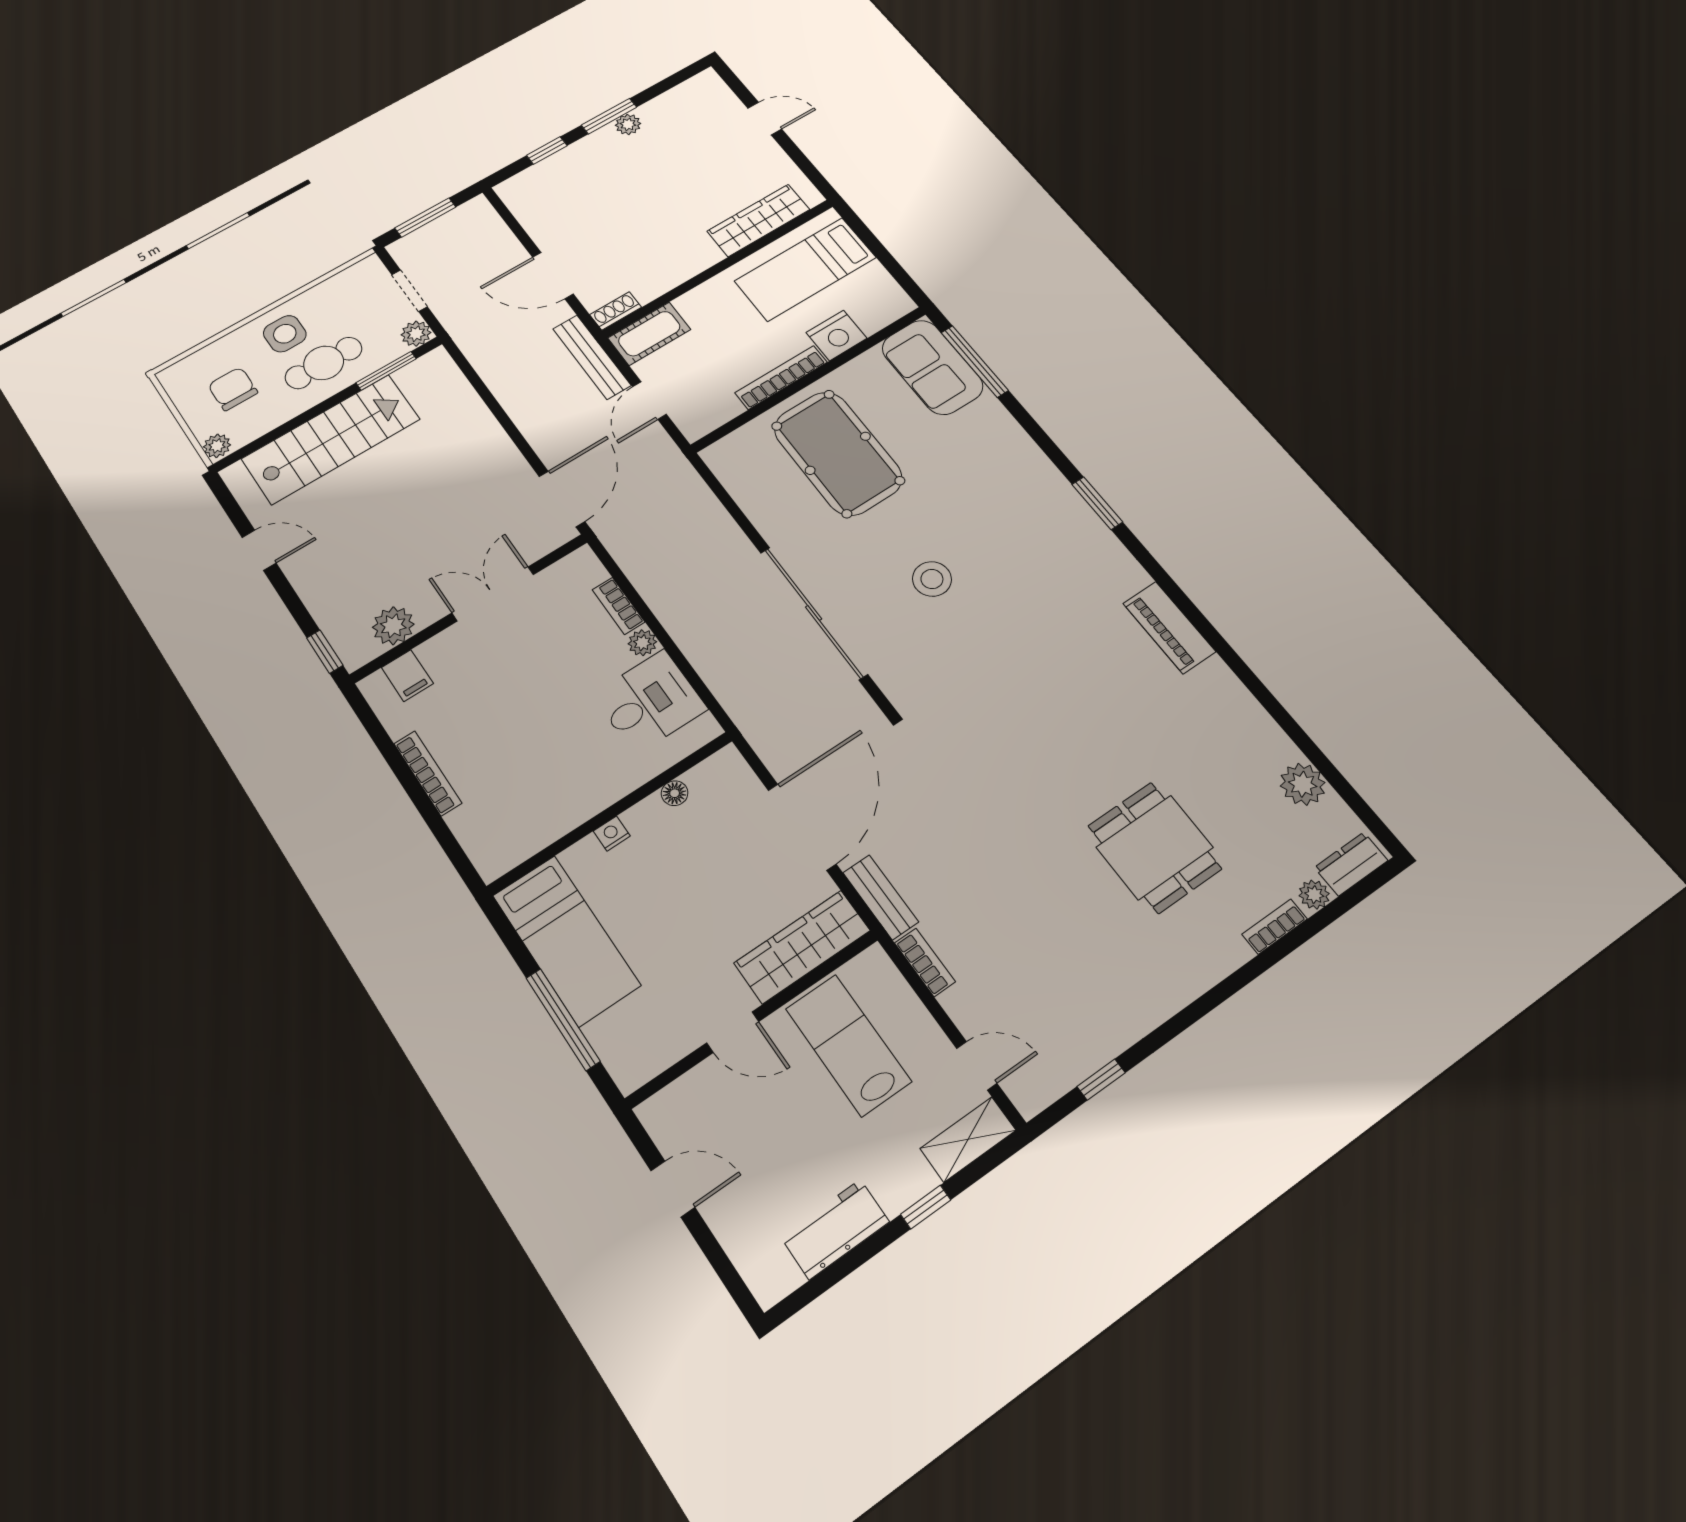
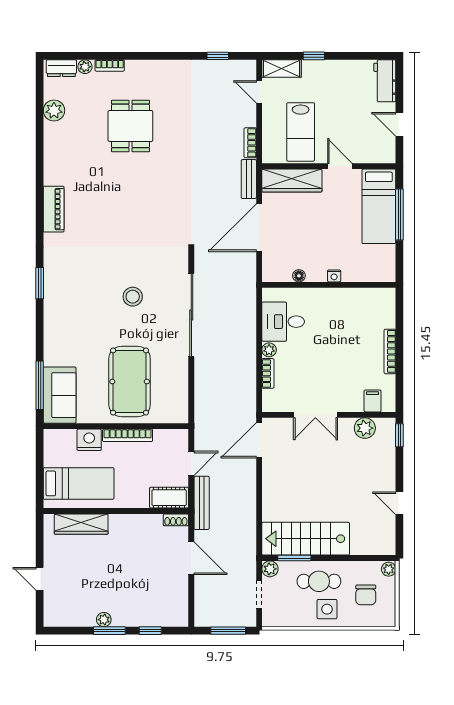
stairs: (331, 439) -> (306, 539), moved
bed: (566, 940) -> (379, 206), moved, turned 180
workbench: (835, 1229) -> (385, 81), moved, turned 90

